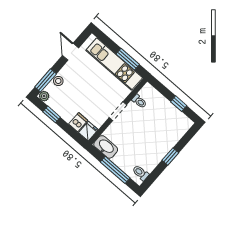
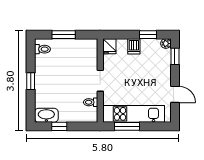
window: (46, 80) -> (175, 56), width x0.67
stool: (58, 81) -> (165, 64), removed
dishwasher: (78, 122) -> (134, 46), moved
washbasin: (106, 147) -> (46, 115), moved, turned 180
window: (115, 170) -> (64, 35), width x0.69

